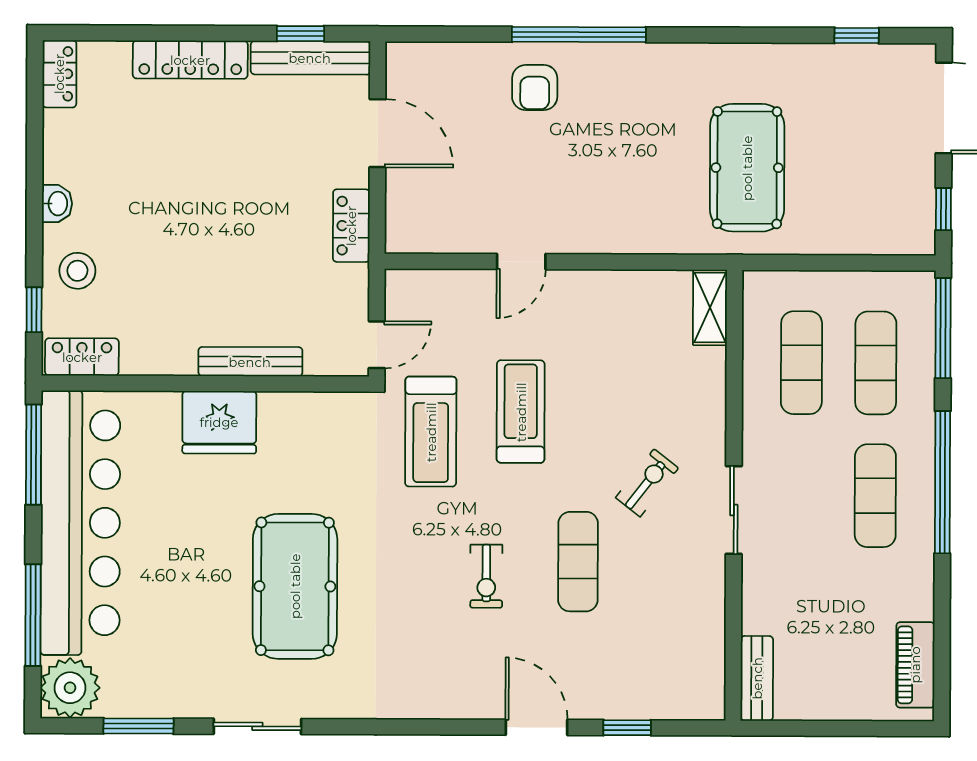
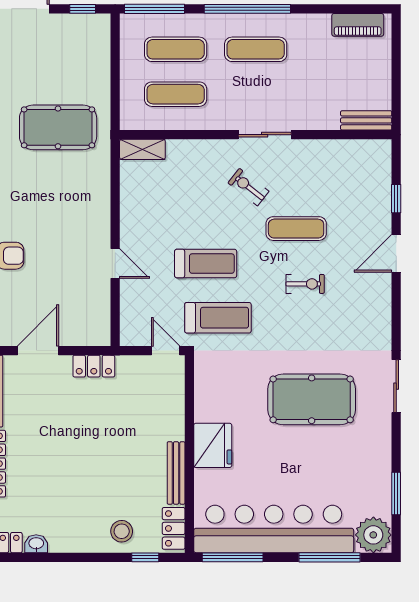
washbasin: (57, 204) -> (36, 544), moved
bench: (250, 362) -> (176, 473), moved
treadmill: (521, 412) -> (206, 264), turned 180
sliding door: (257, 726) -> (396, 386), moved

